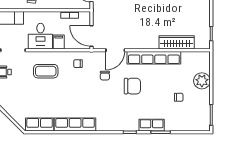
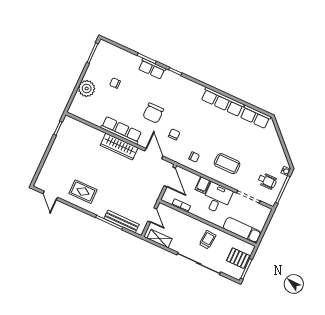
wardrobe: (177, 42) -> (119, 146), moved
door: (115, 50) -> (154, 154), hinge flipped
row of seats: (154, 58) -> (121, 130), width x0.73
chair: (132, 86) -> (153, 113), turned -90

